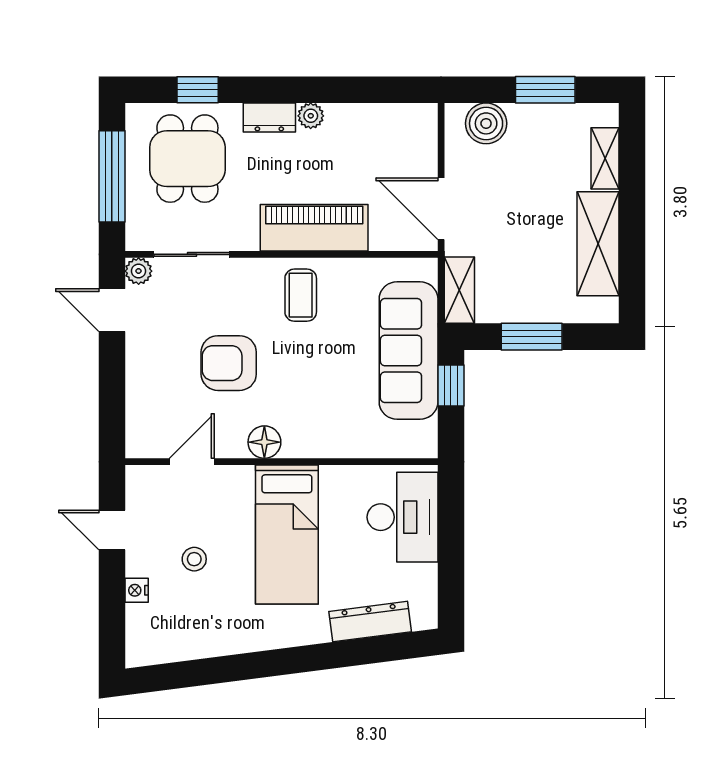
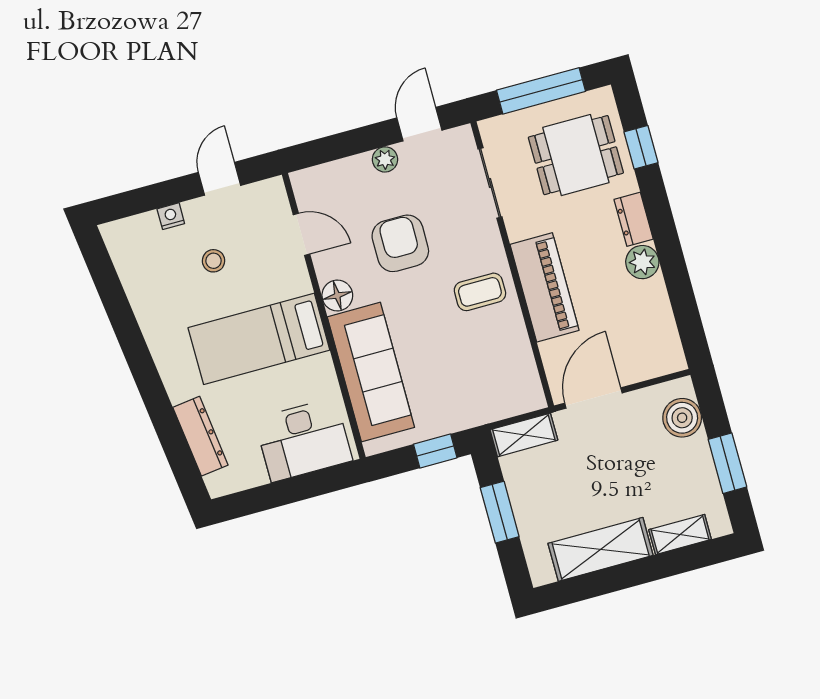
plant: (311, 116) -> (642, 262), width x1.38, depth x1.38
plant: (139, 271) -> (385, 159), moved
sofa: (409, 351) -> (371, 372), moved, turned 90

